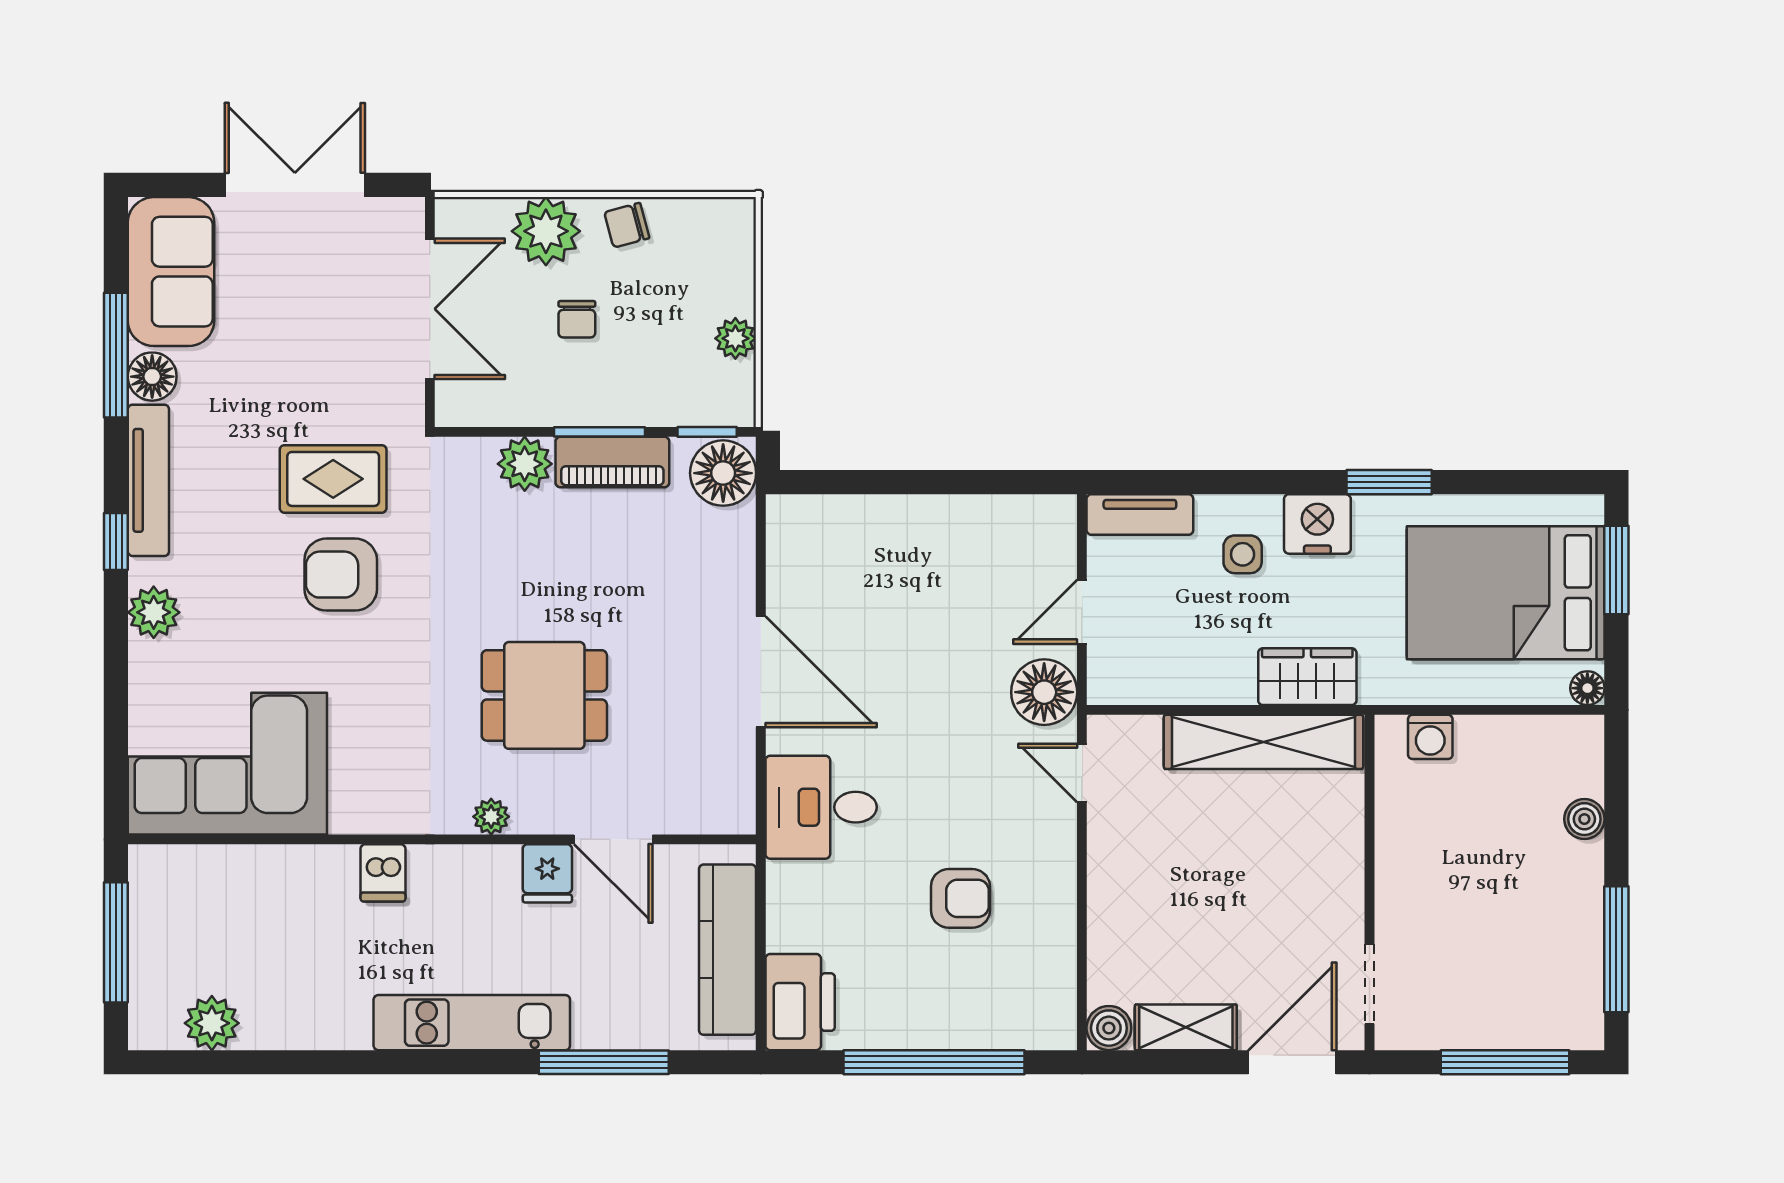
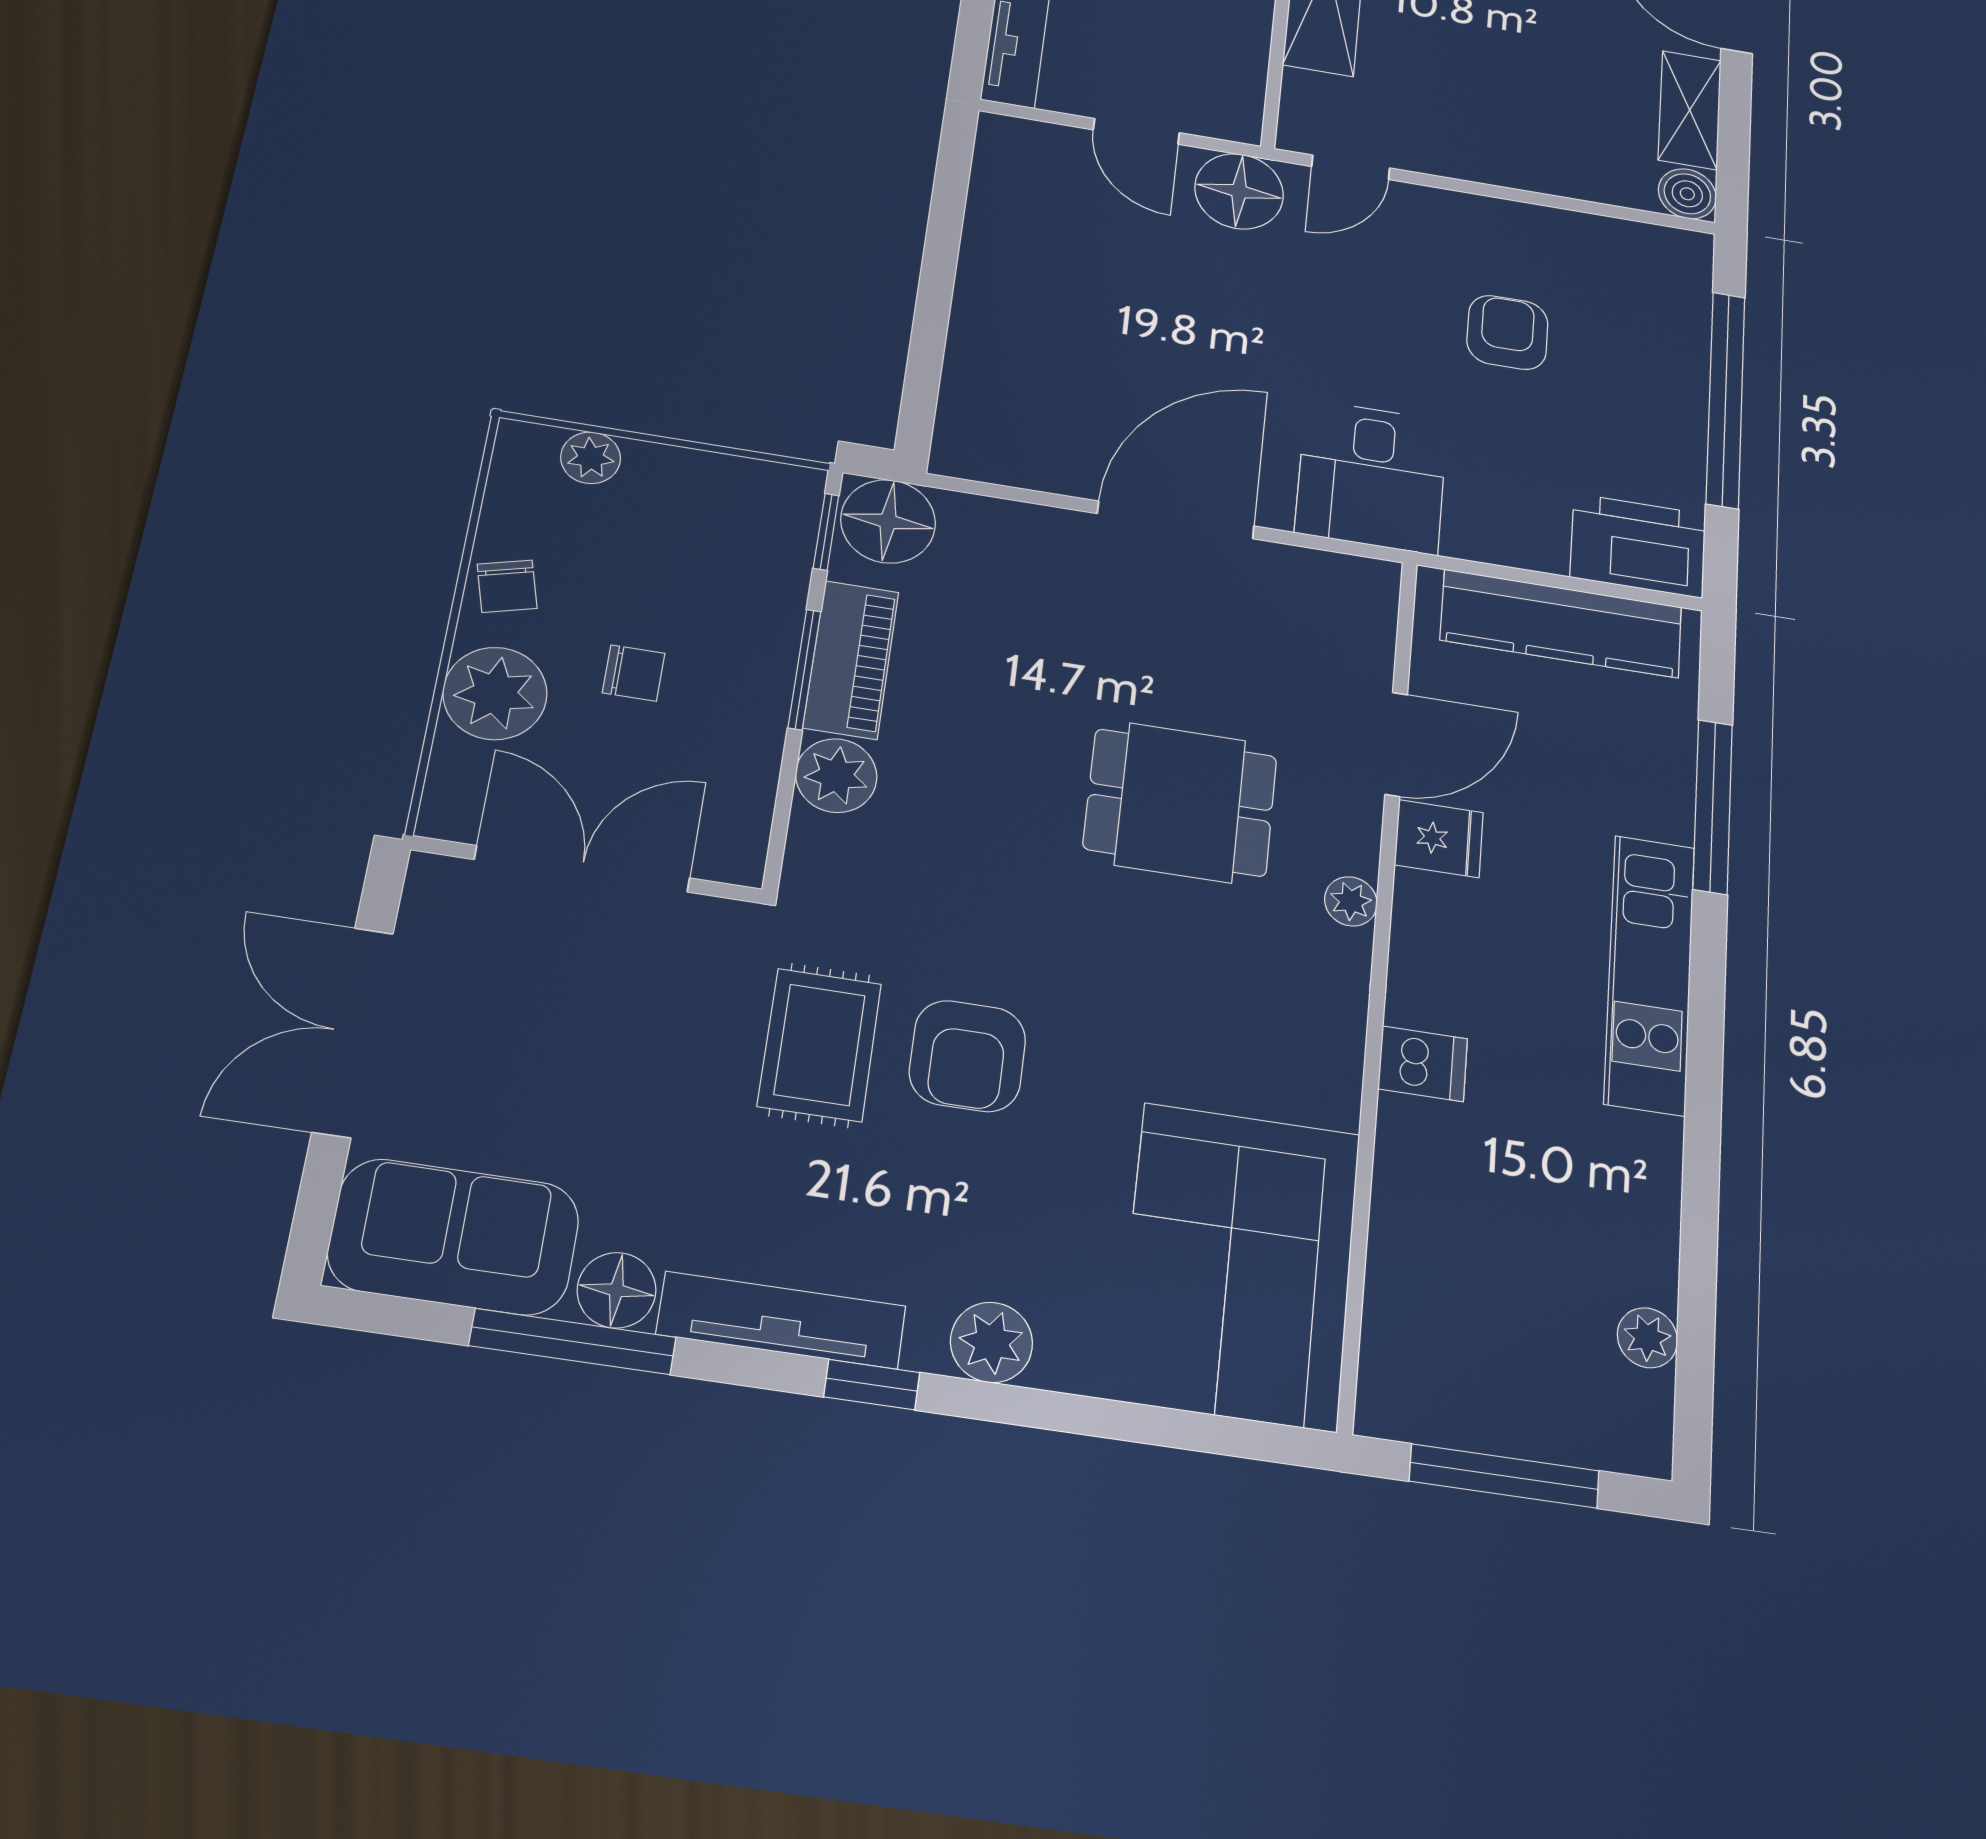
plant: (735, 338) -> (591, 458), moved
dining table: (544, 695) -> (1180, 802), turned 90
plant: (212, 1023) -> (1647, 1338), width x0.73, depth x0.73

